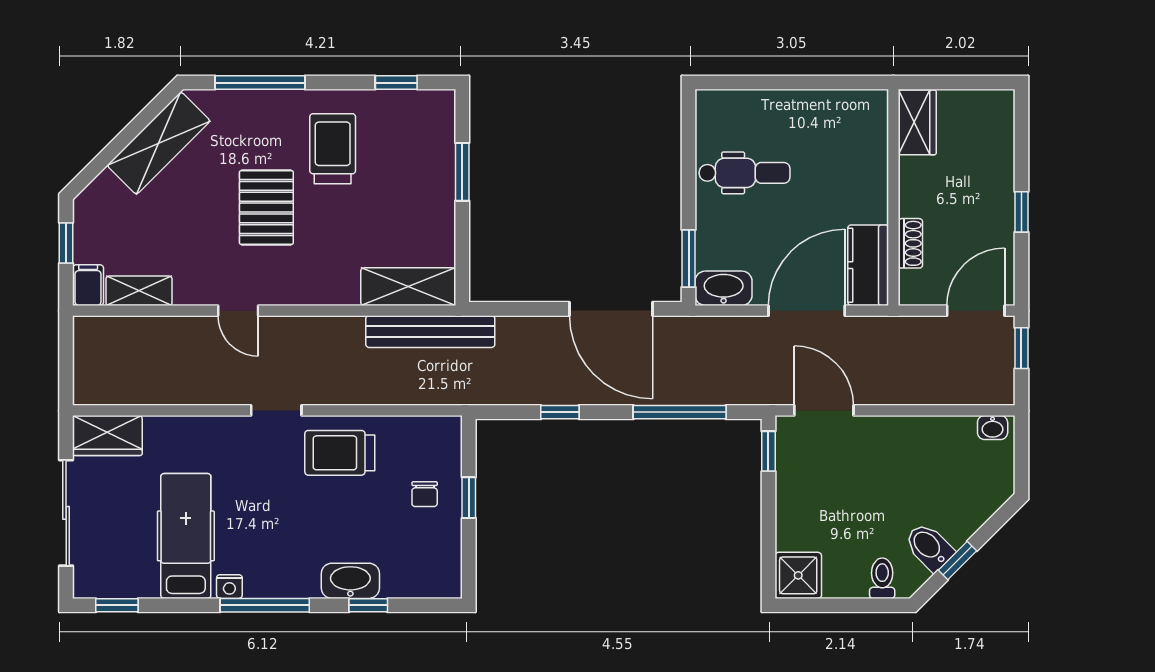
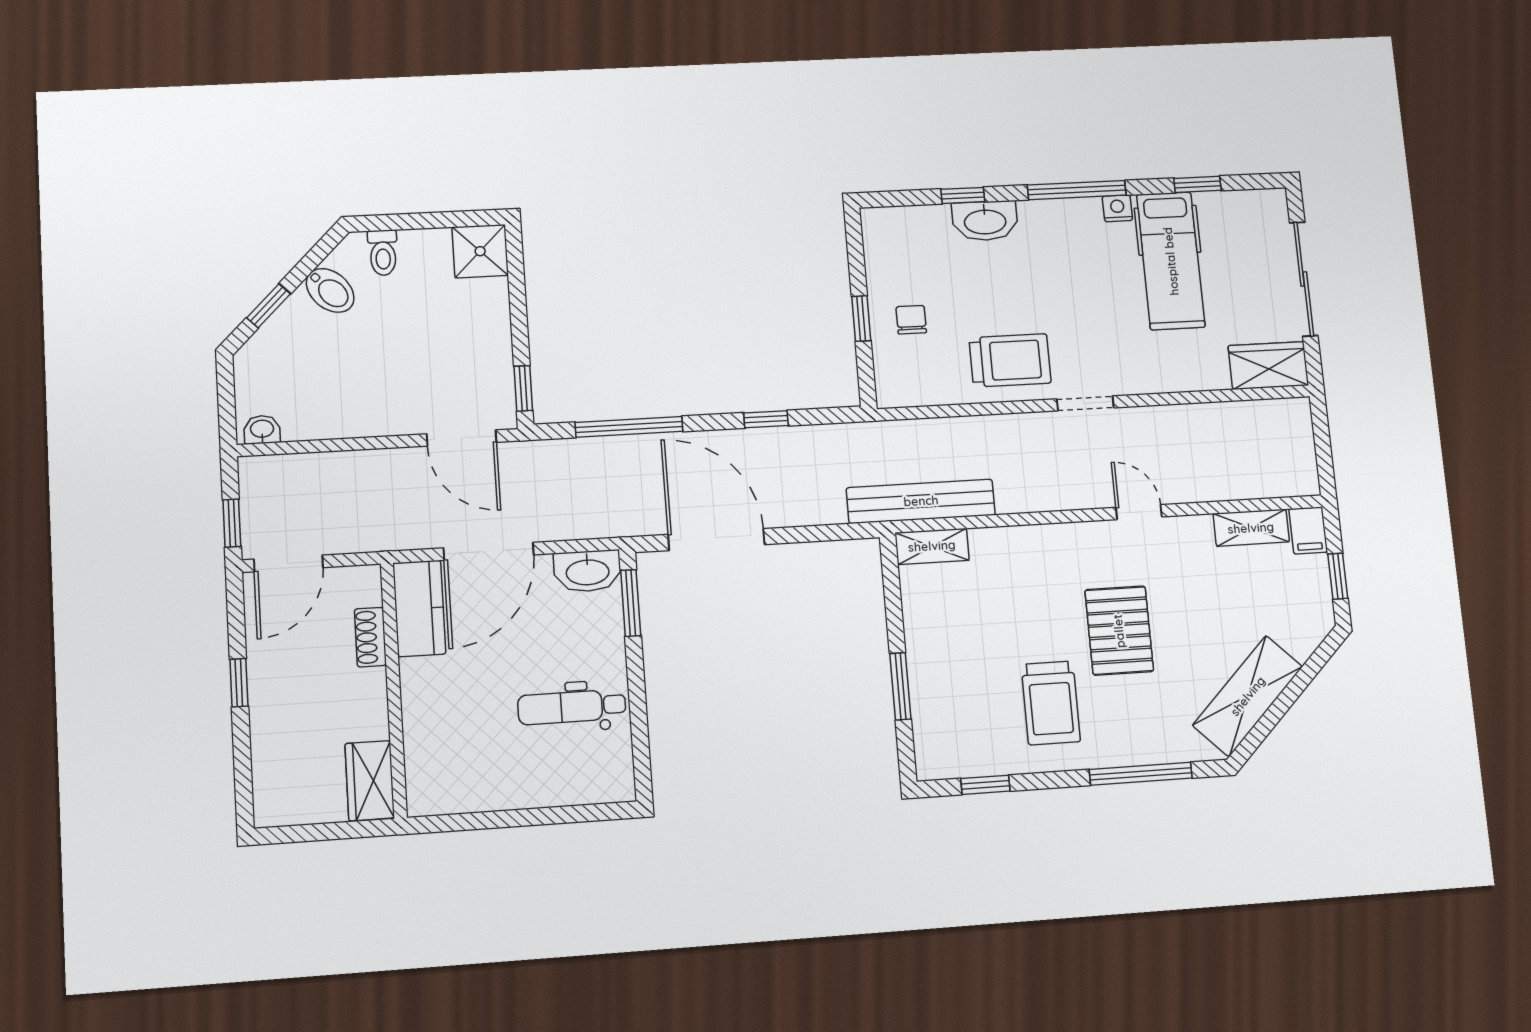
shelving: (408, 287) -> (932, 546), width x0.67, depth x0.75
window: (958, 561) -> (268, 306), moved
window: (117, 605) -> (1197, 184), moved

